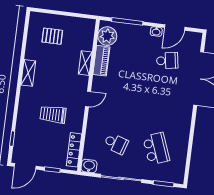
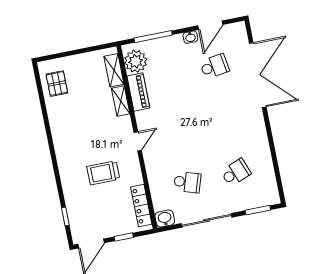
pallet: (52, 36) -> (57, 84), moved, turned 90
shelving: (28, 73) -> (114, 70), moved
school desk: (156, 149) -> (236, 173), width x0.54

